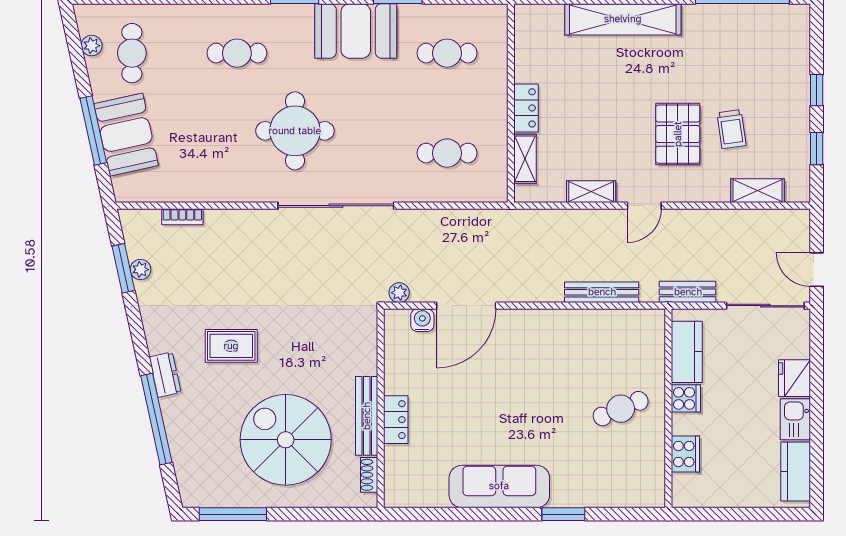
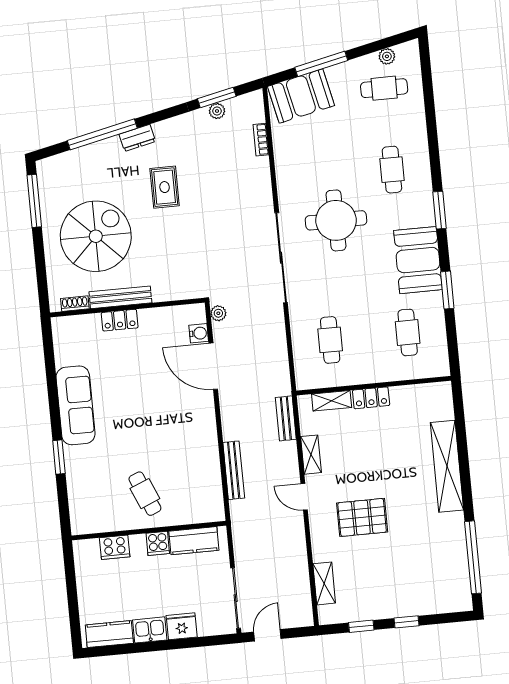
trolley: (732, 129) -> (370, 559), removed
booth: (126, 135) -> (301, 96), moved
bench: (688, 292) -> (286, 418), moved

